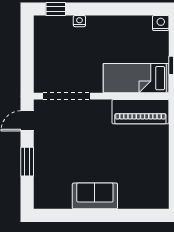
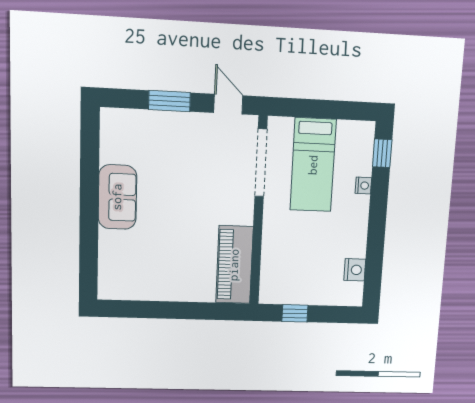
nightstand: (161, 23) -> (355, 270), moved
bed: (136, 78) -> (313, 165), moved, turned 180

